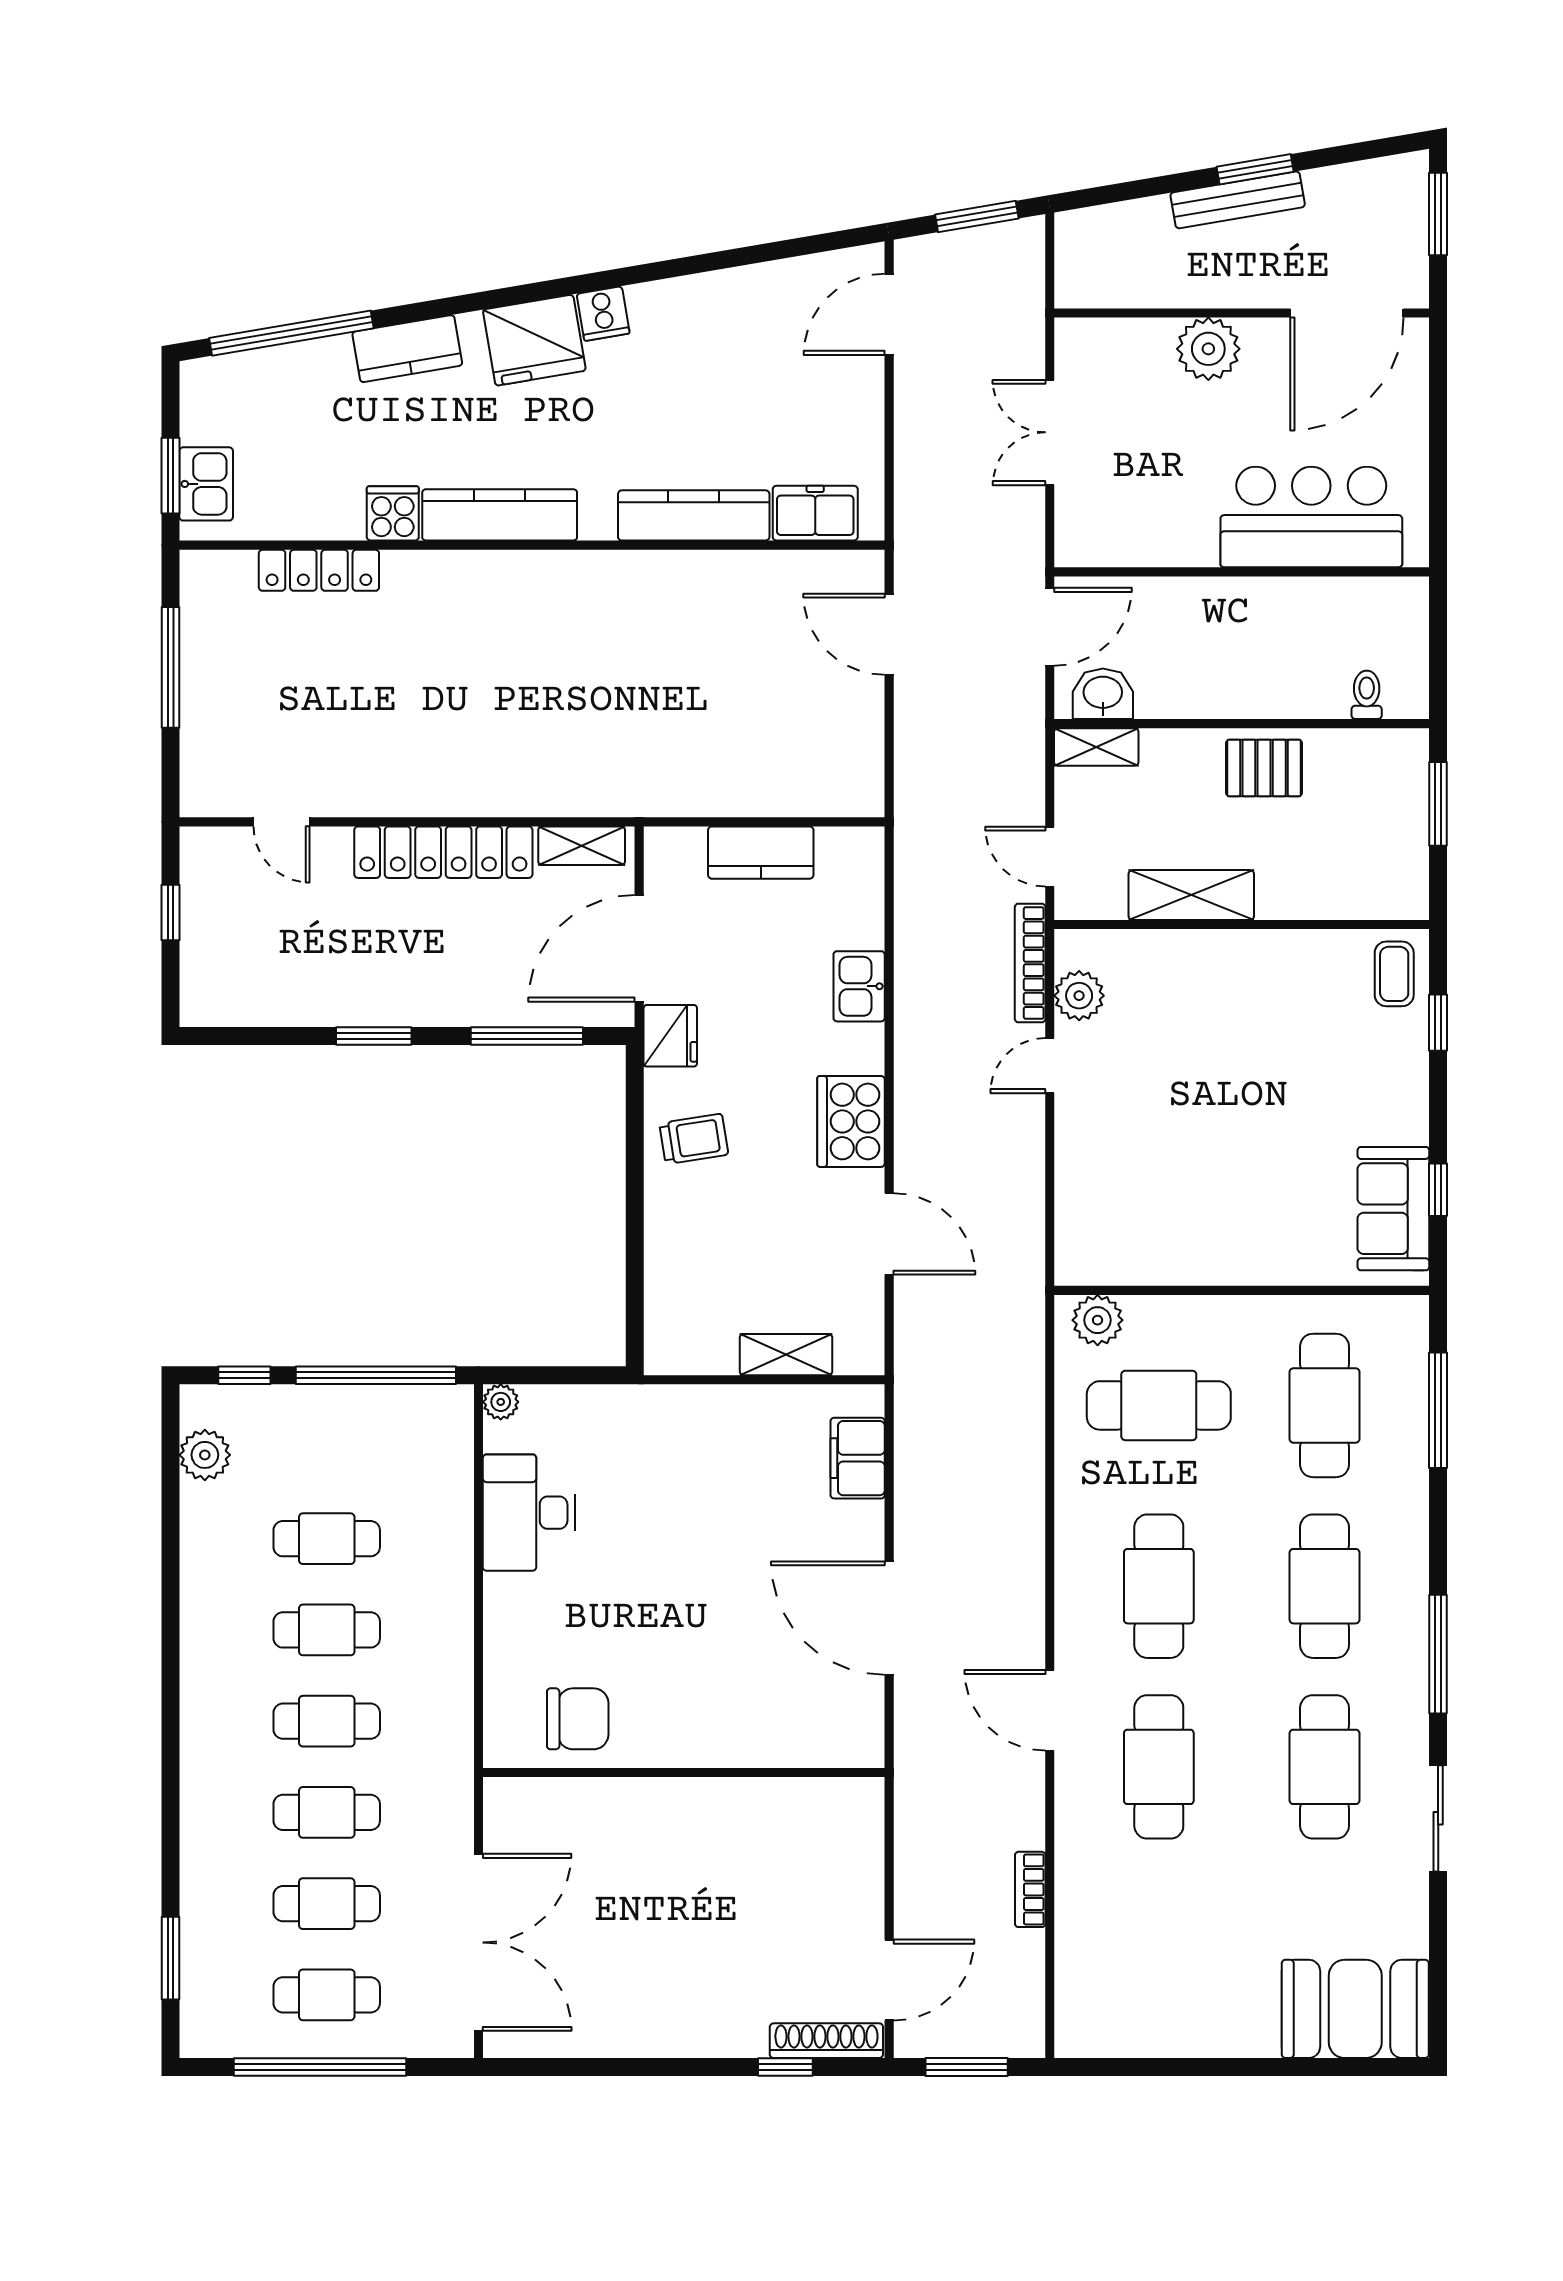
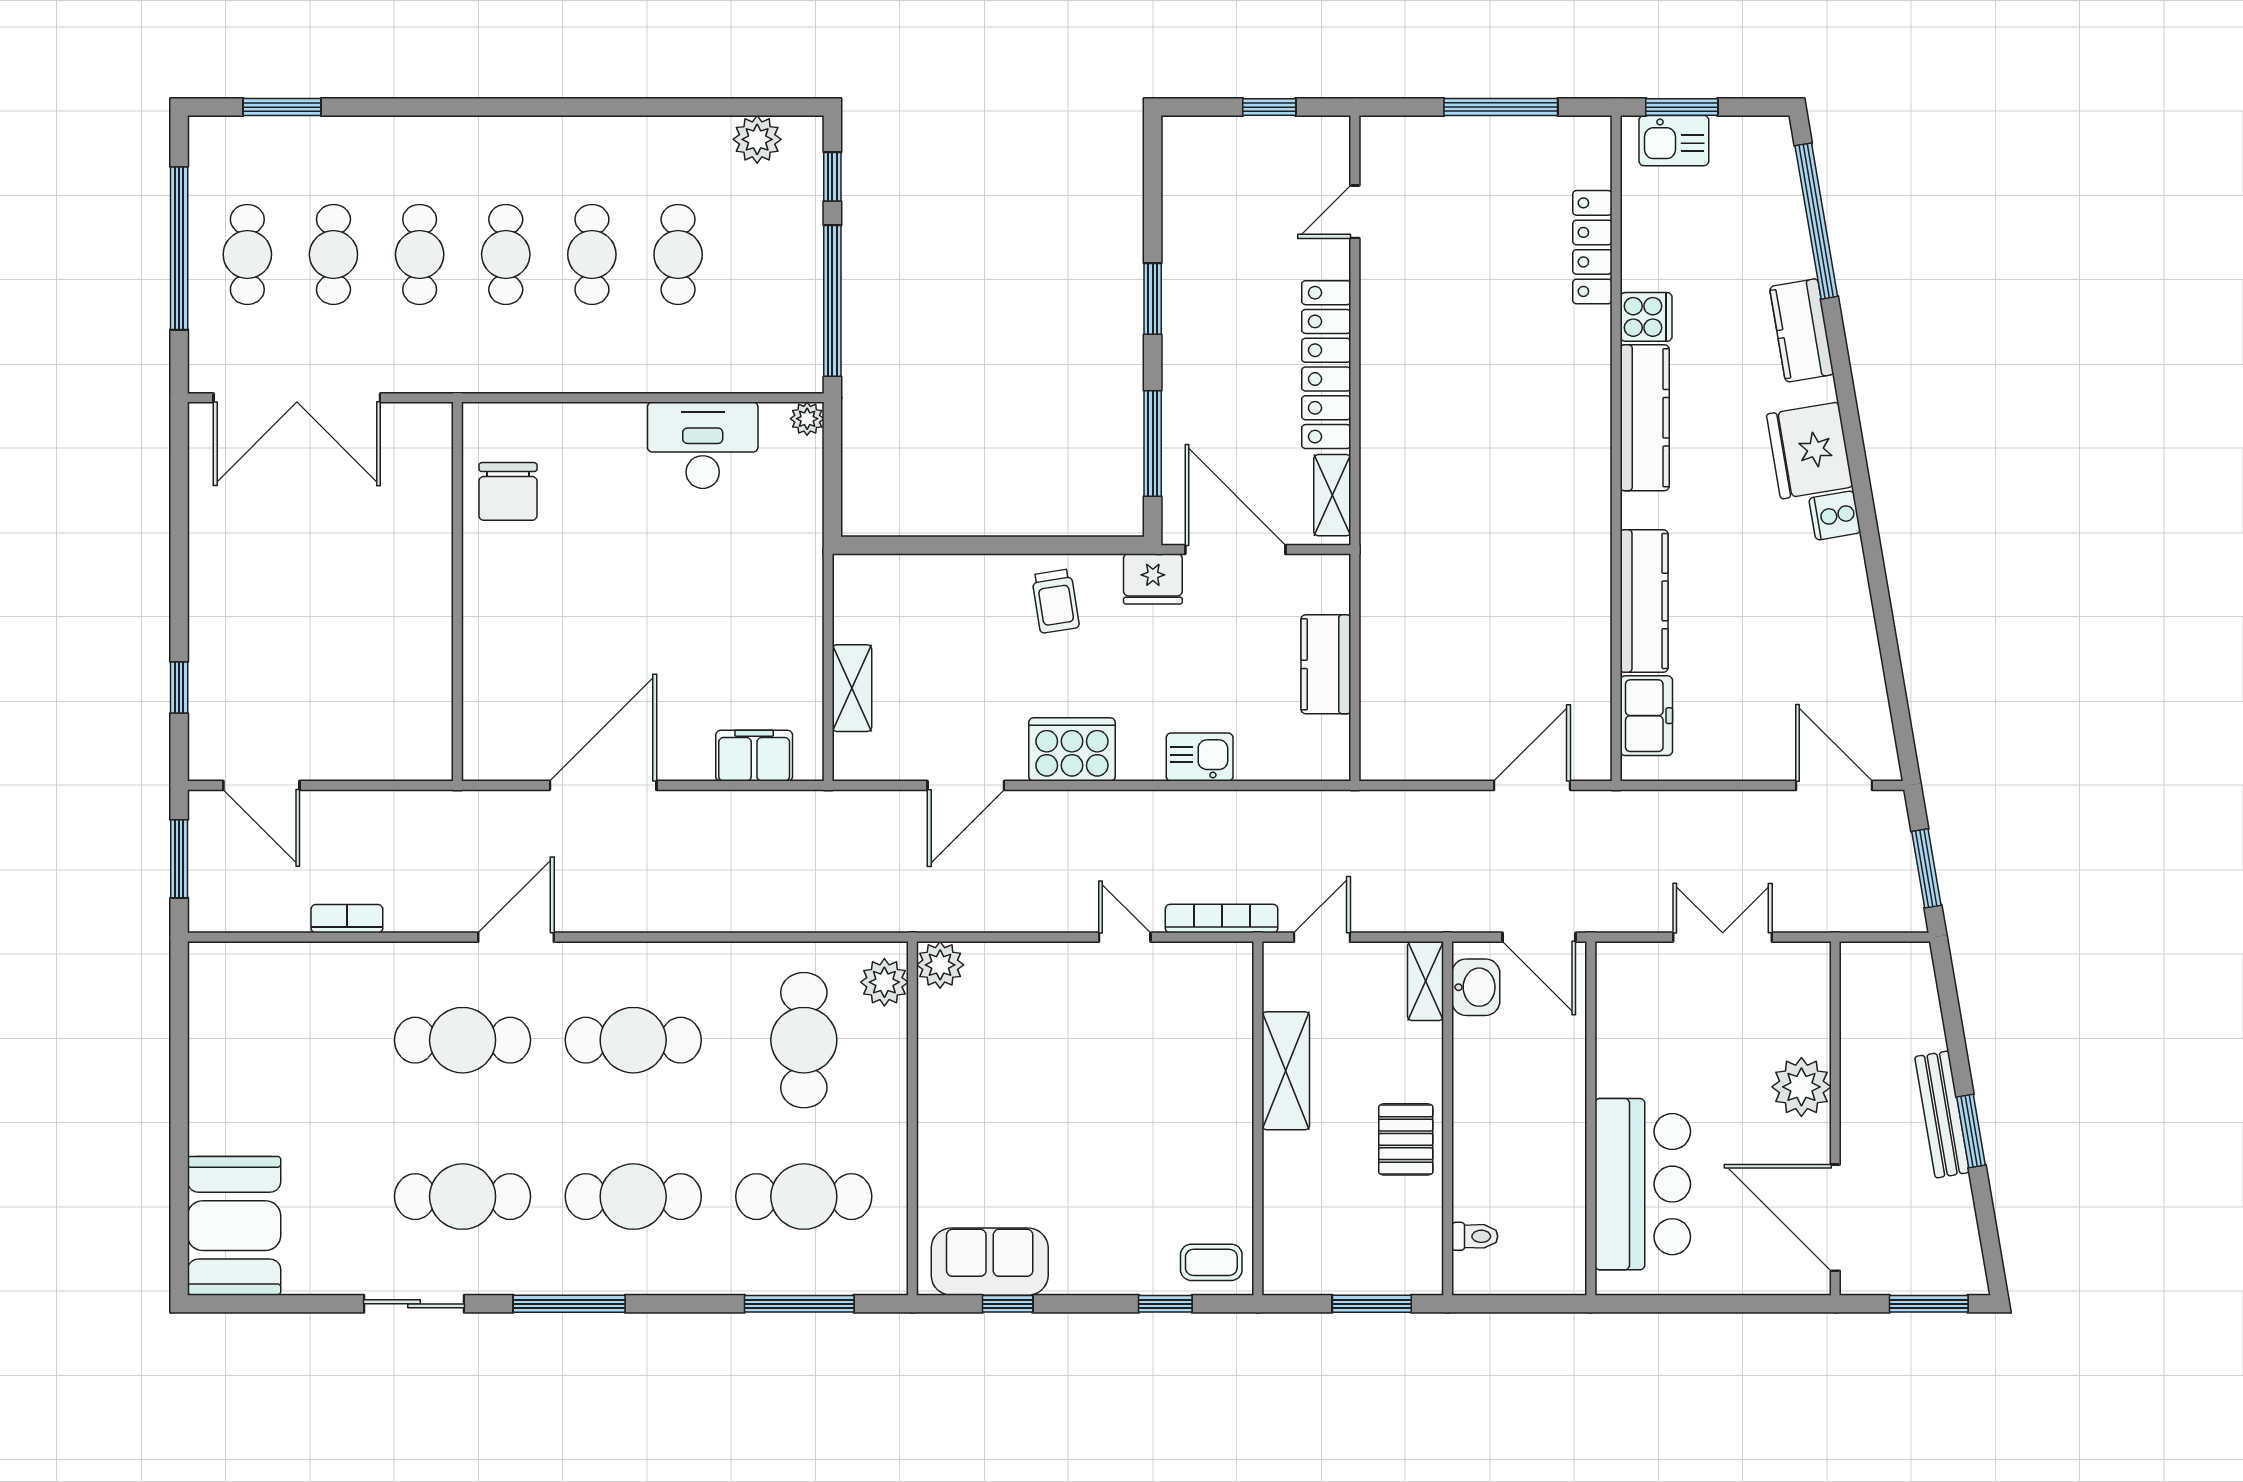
plant: (1079, 996) -> (940, 965), moved
shoe rack: (826, 2041) -> (204, 726), removed

